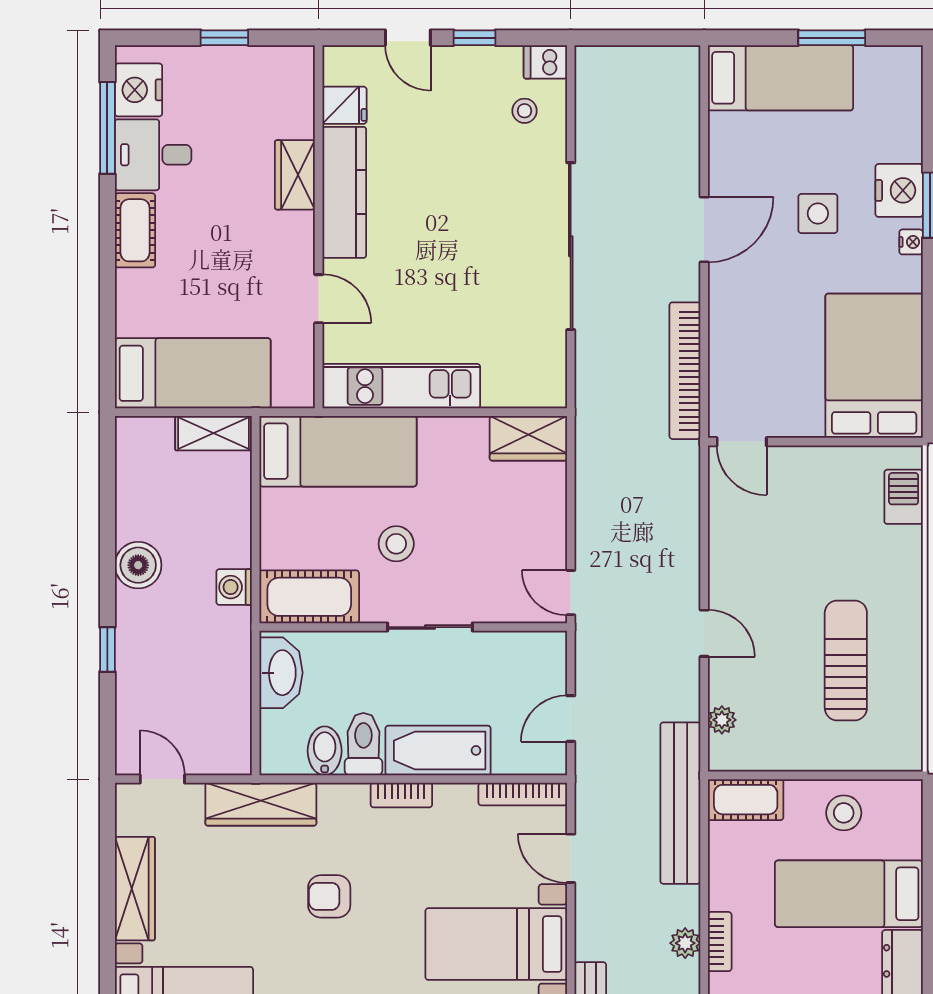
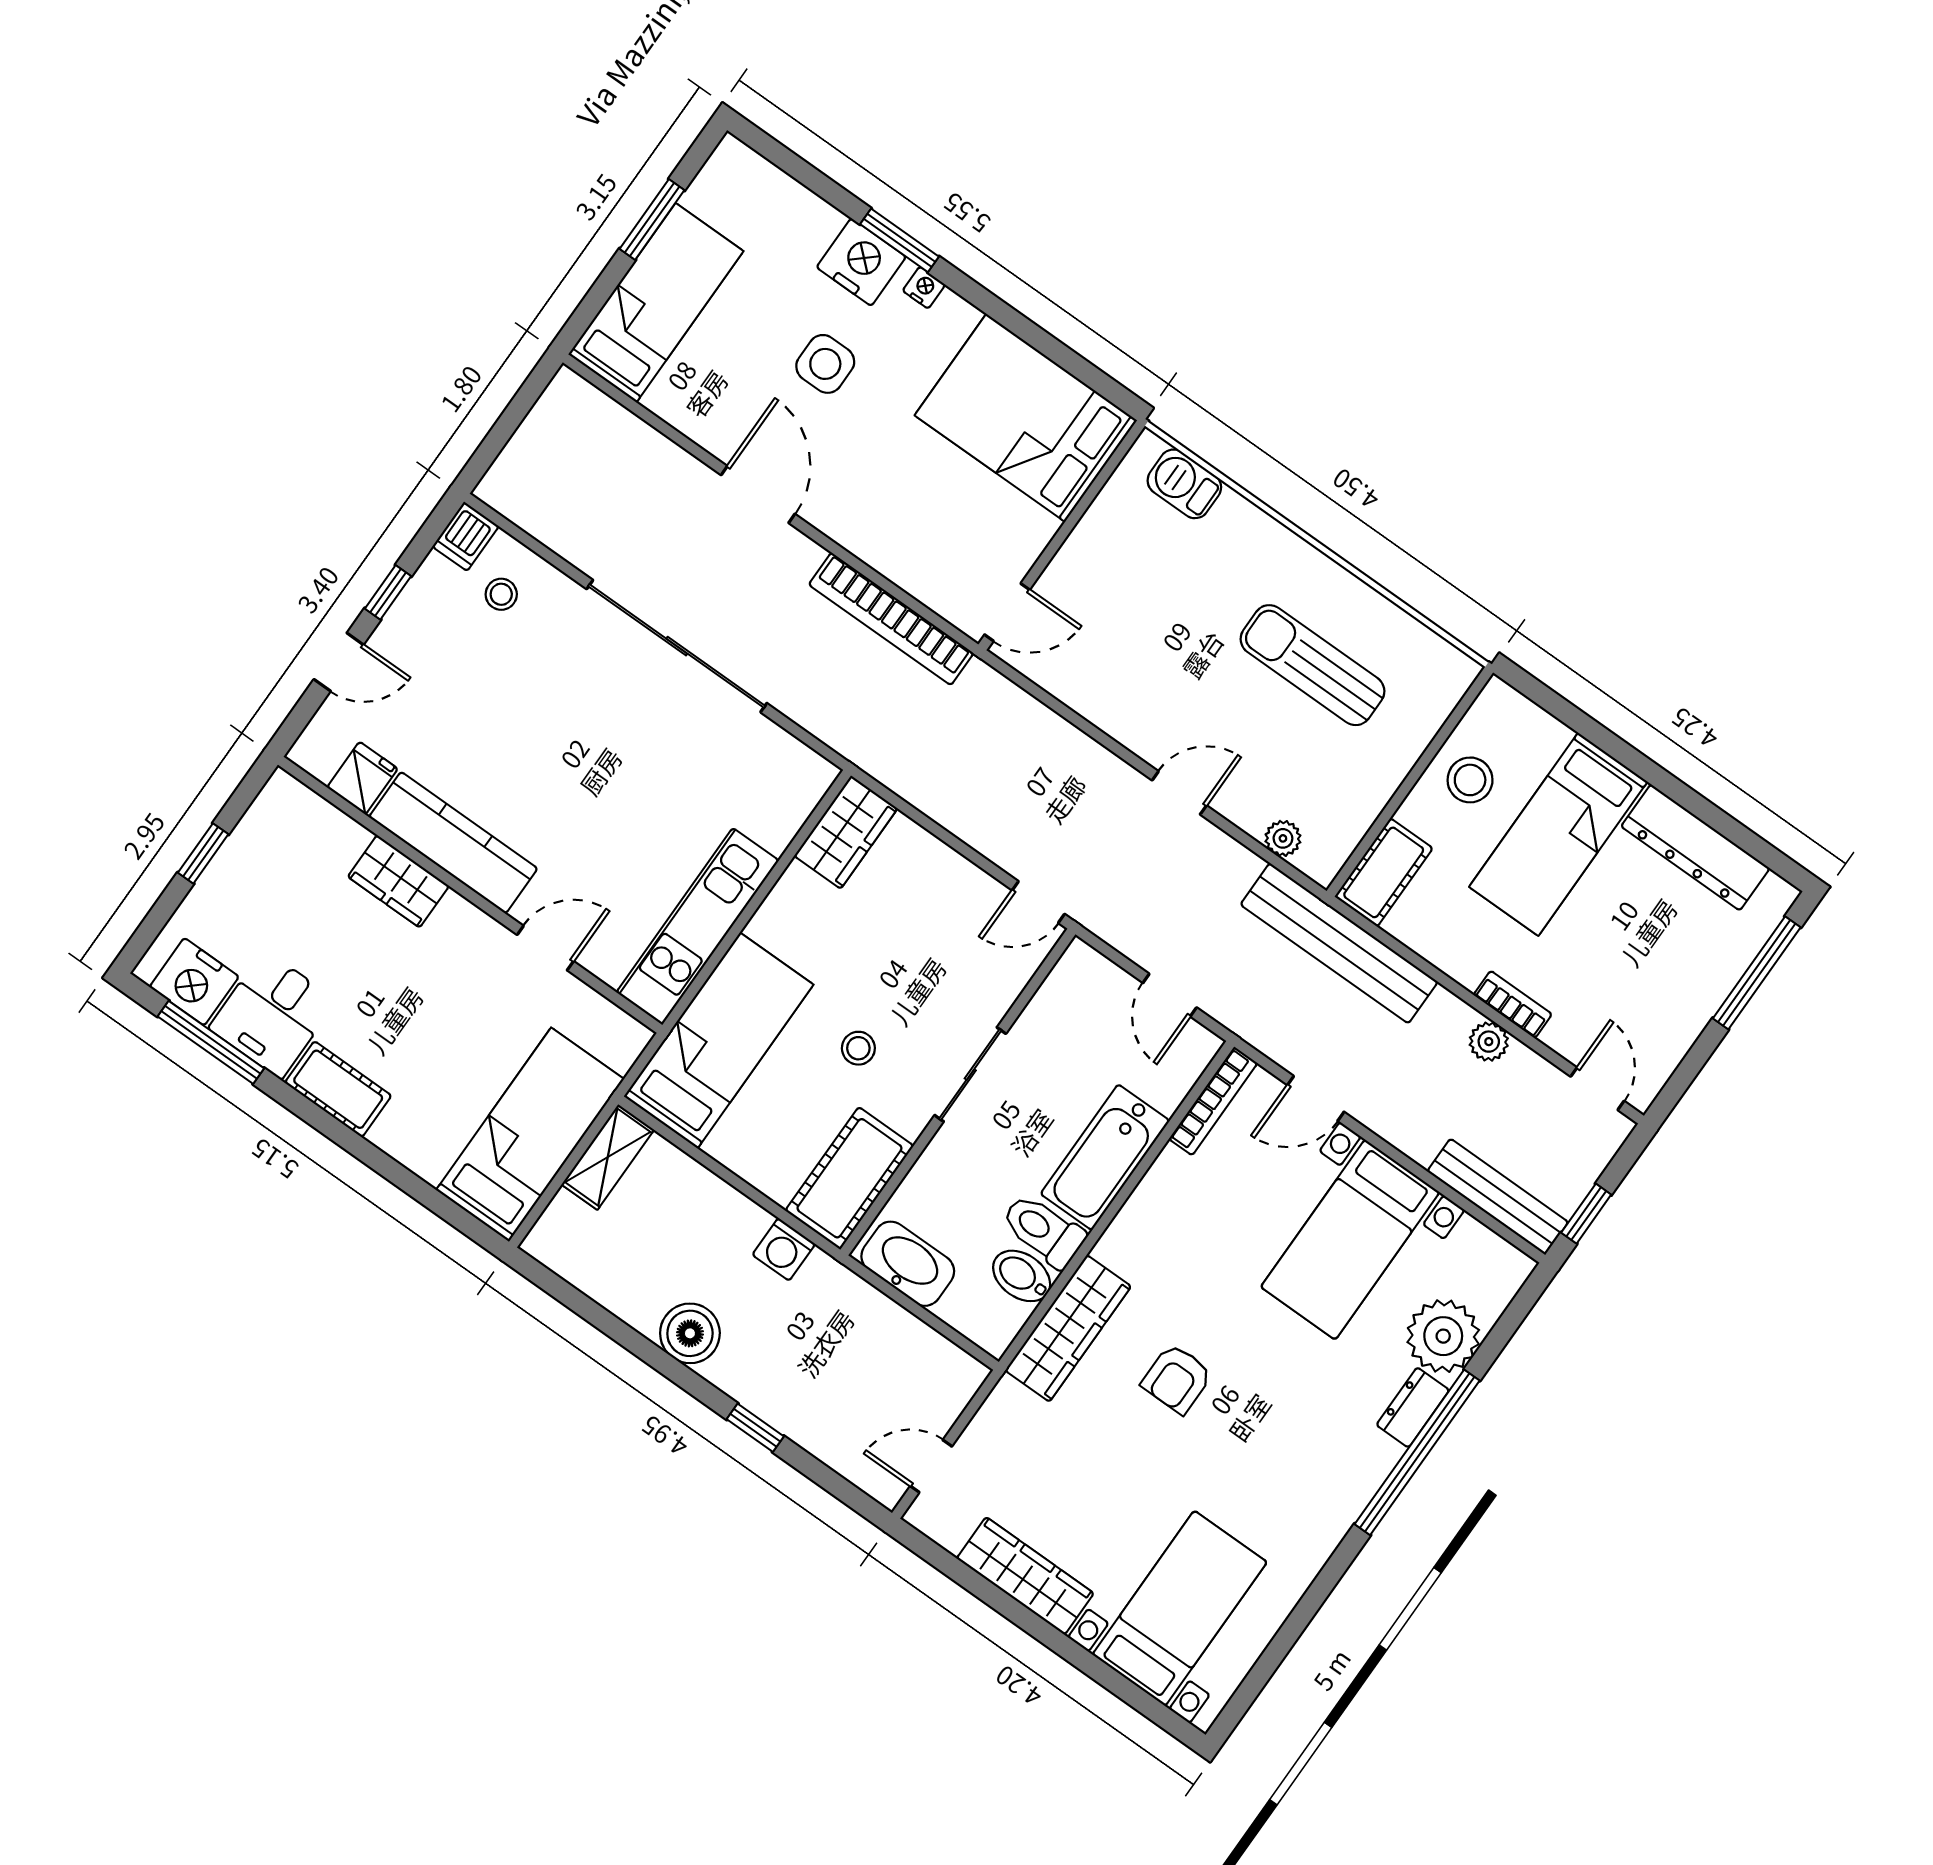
stool: (396, 544) -> (858, 1048), width x0.73, depth x0.73
bookcase: (401, 795) -> (1125, 1228), removed
wardrobe: (261, 804) -> (1068, 1328), moved

